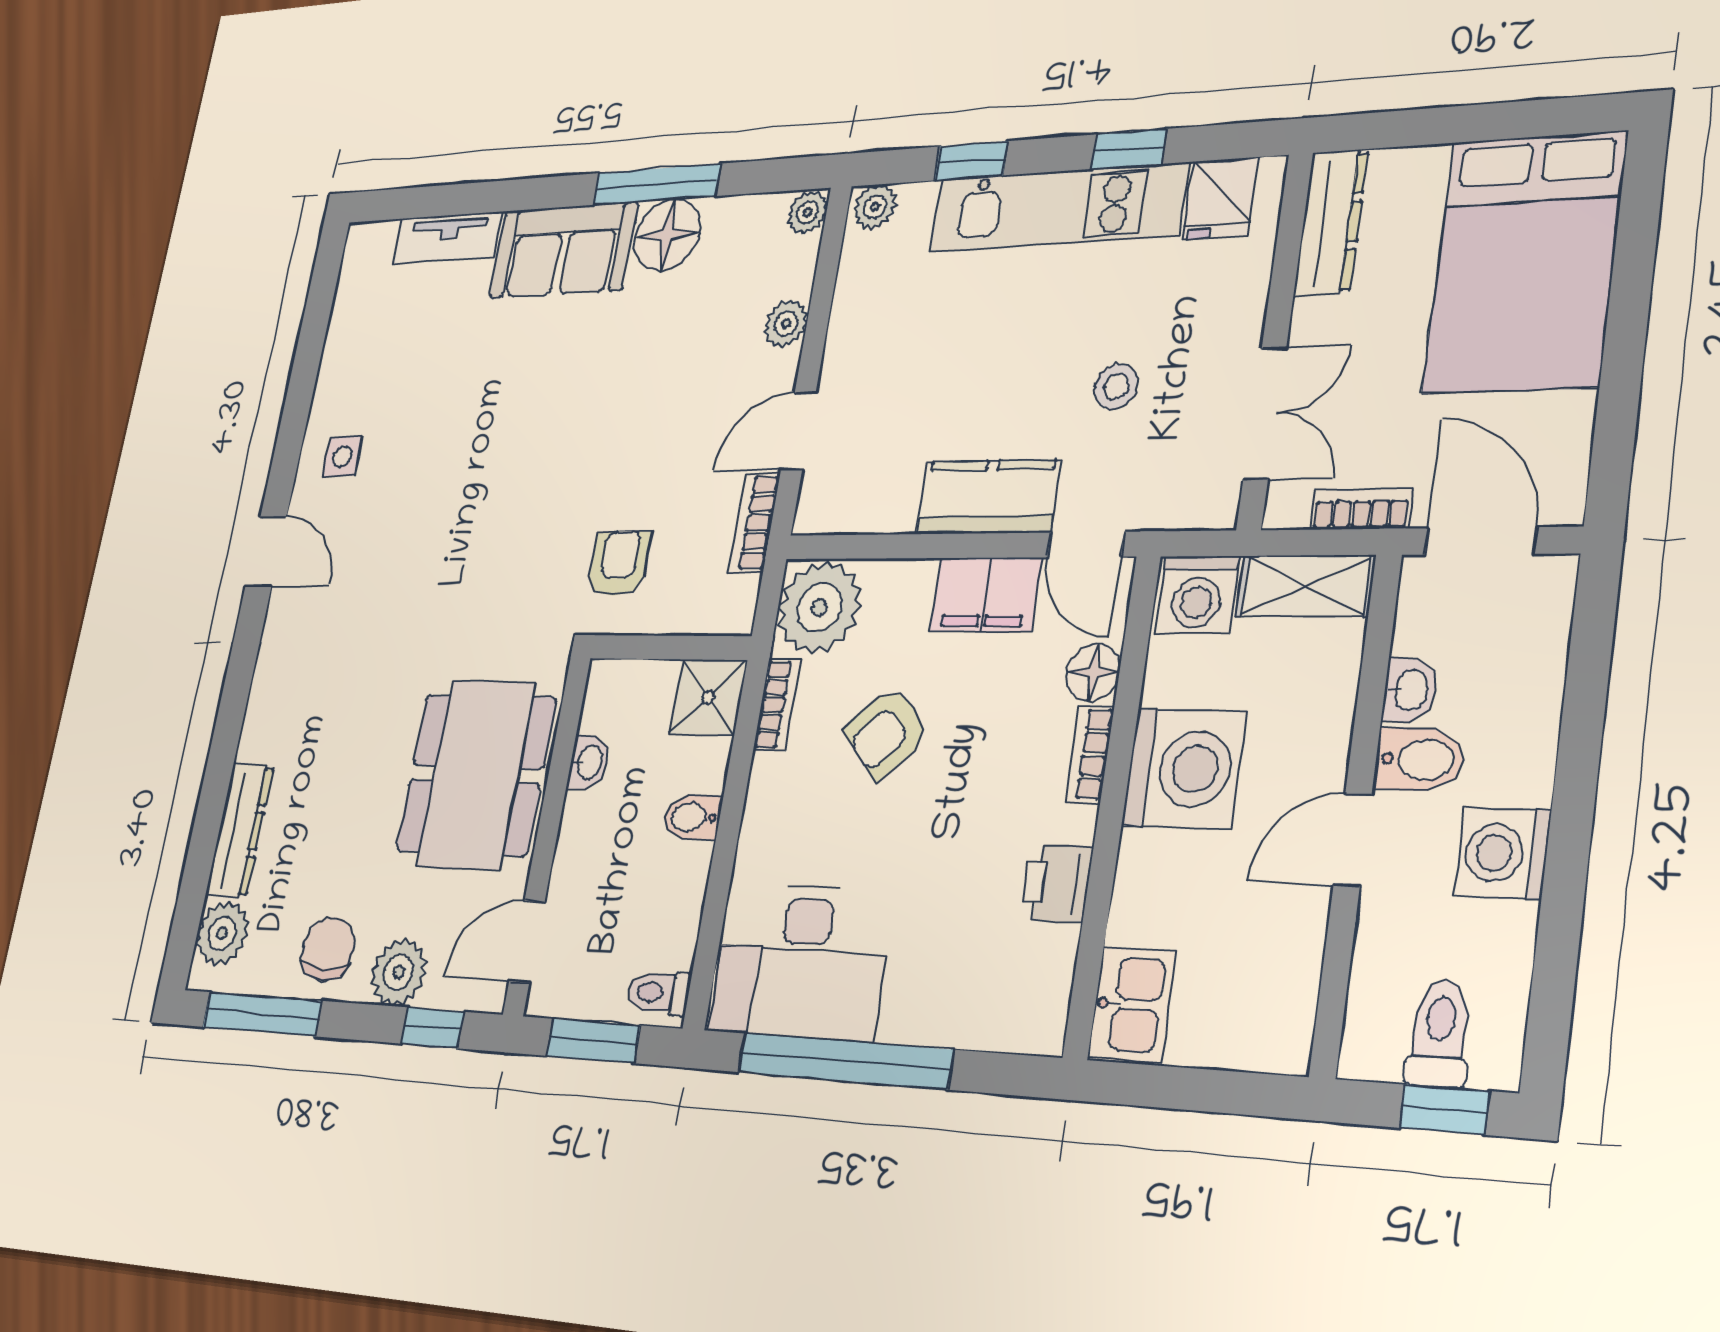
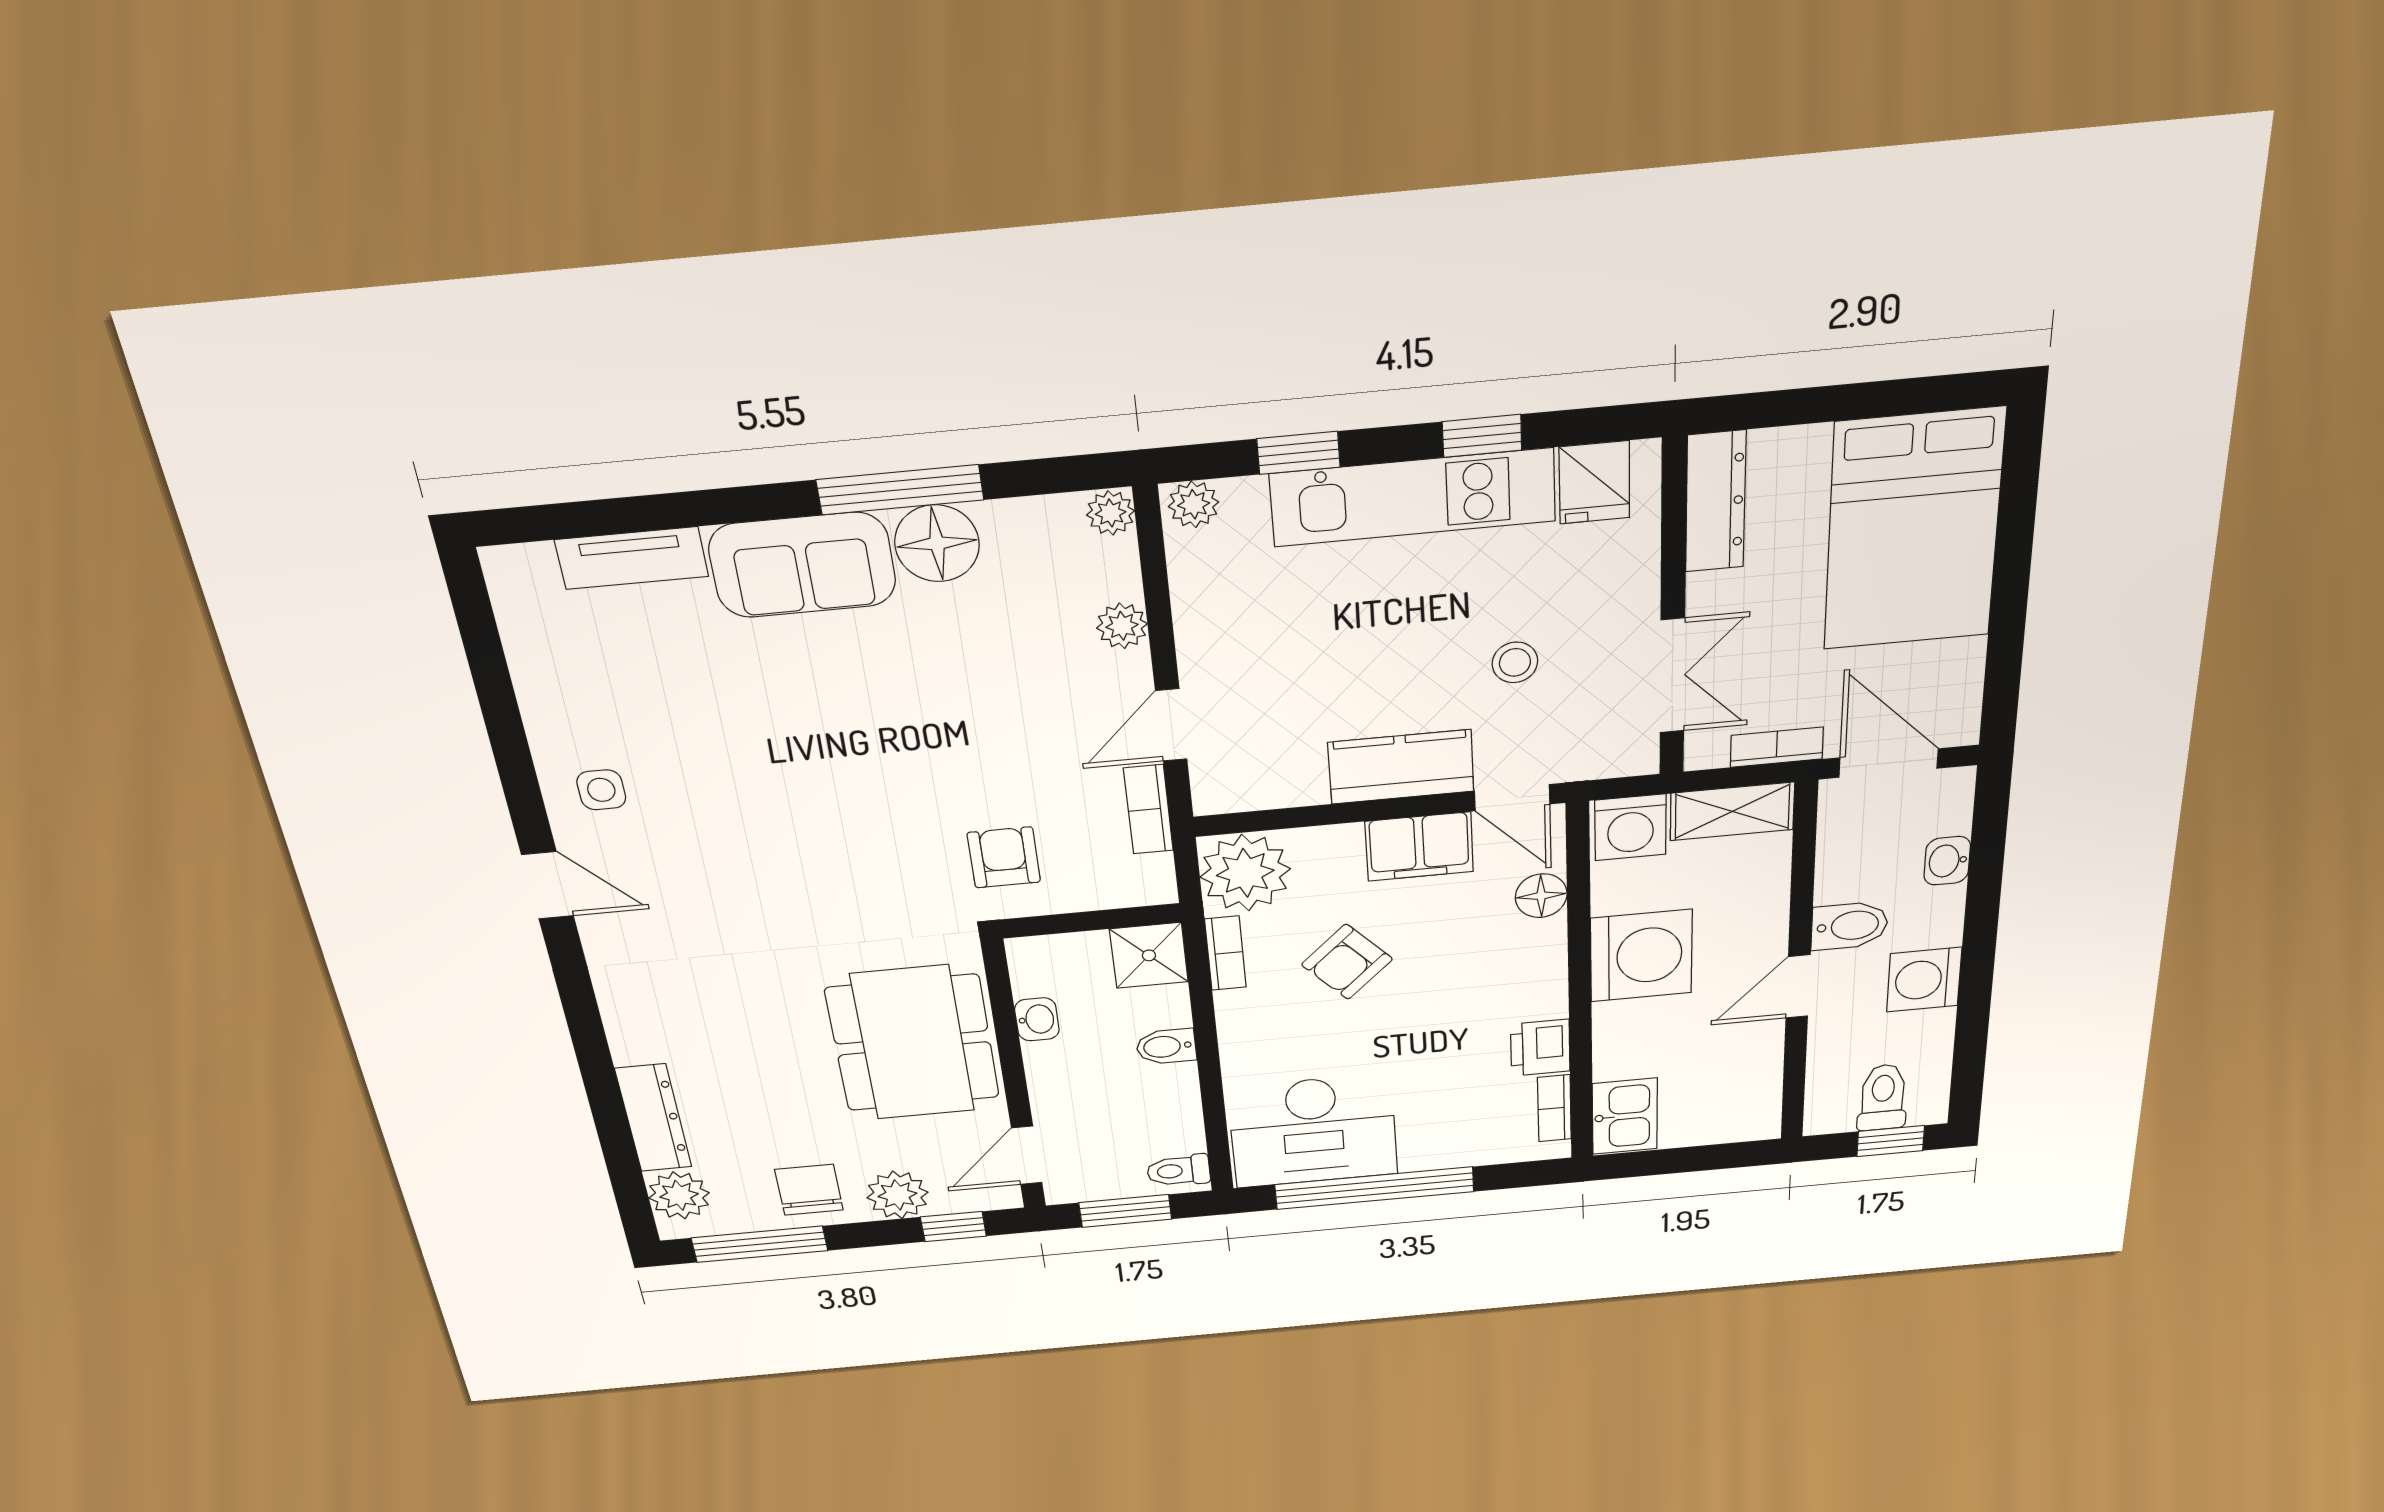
washbasin: (1410, 690) -> (1947, 861), moved, turned 180
bookcase: (1090, 754) -> (1554, 1108), moved

